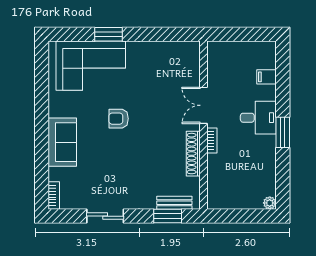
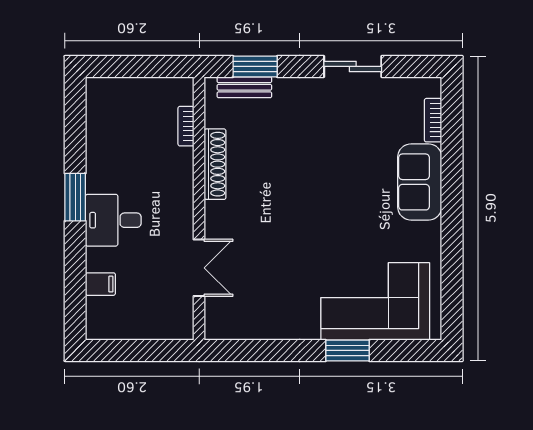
double door: (203, 105) -> (199, 268), moved
armchair: (119, 119) -> (332, 219), removed
bookcase: (212, 140) -> (186, 126), moved
bookcase: (54, 196) -> (433, 120), moved
plant: (270, 203) -> (96, 87), removed

